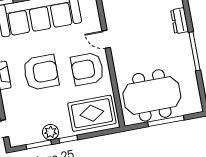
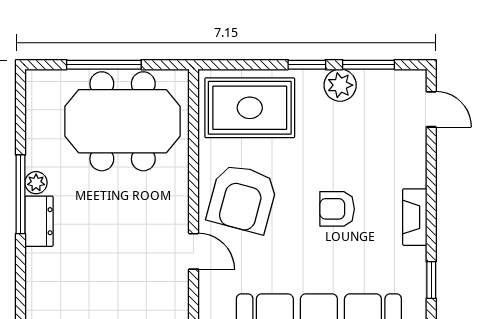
dresser: (180, 21) -> (39, 221), moved
plant: (188, 58) -> (36, 183), added
armchair: (87, 69) -> (242, 198), turned 105
armchair: (41, 72) -> (337, 209), width x0.53, depth x0.53

